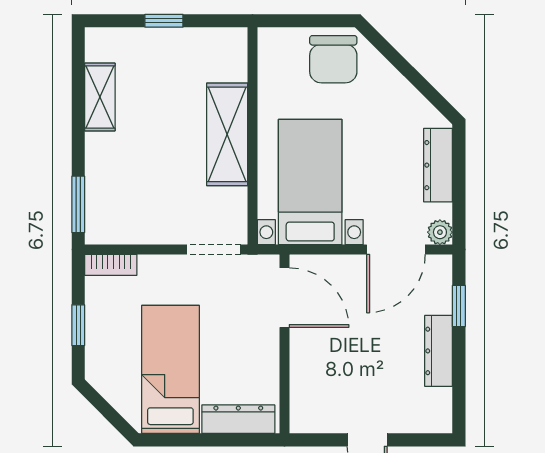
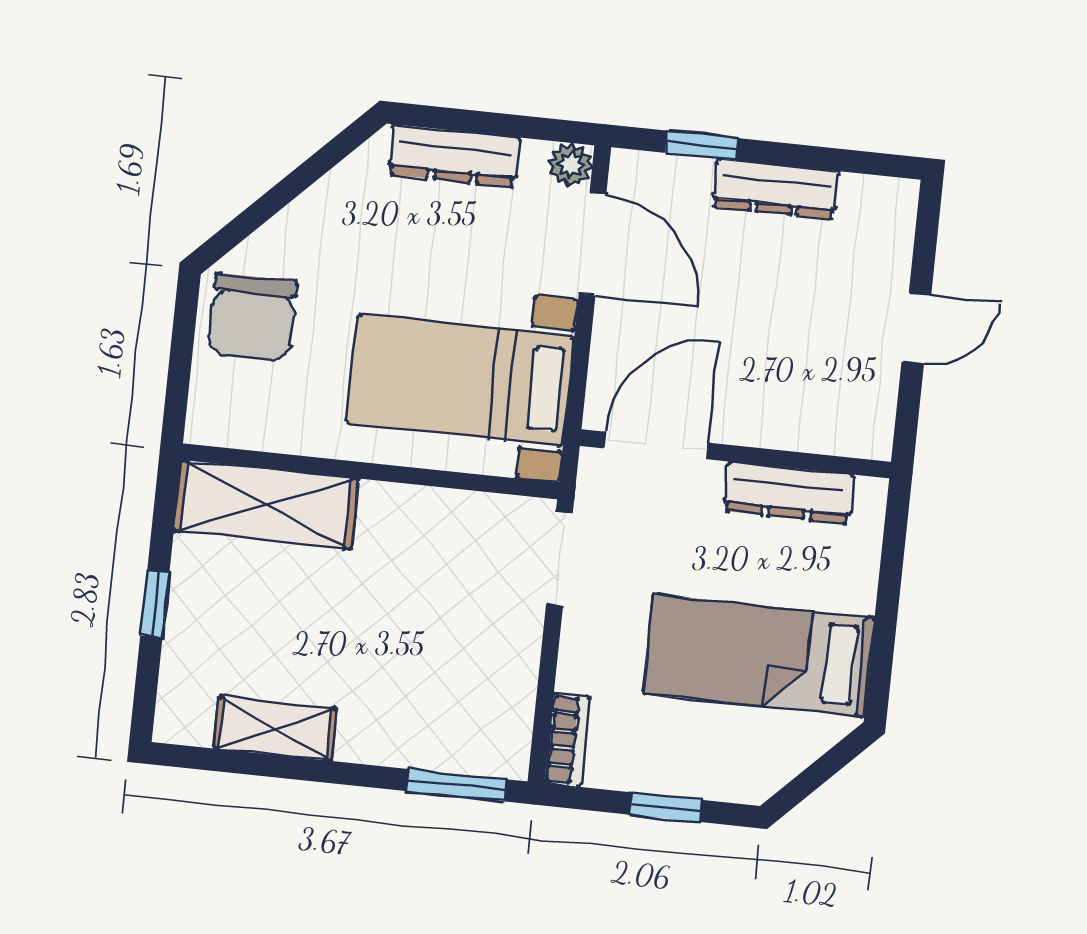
chair: (333, 59) -> (252, 318), turned 90
shelving: (227, 134) -> (266, 505), moved
dresser: (238, 419) -> (789, 493), moved, turned -90

